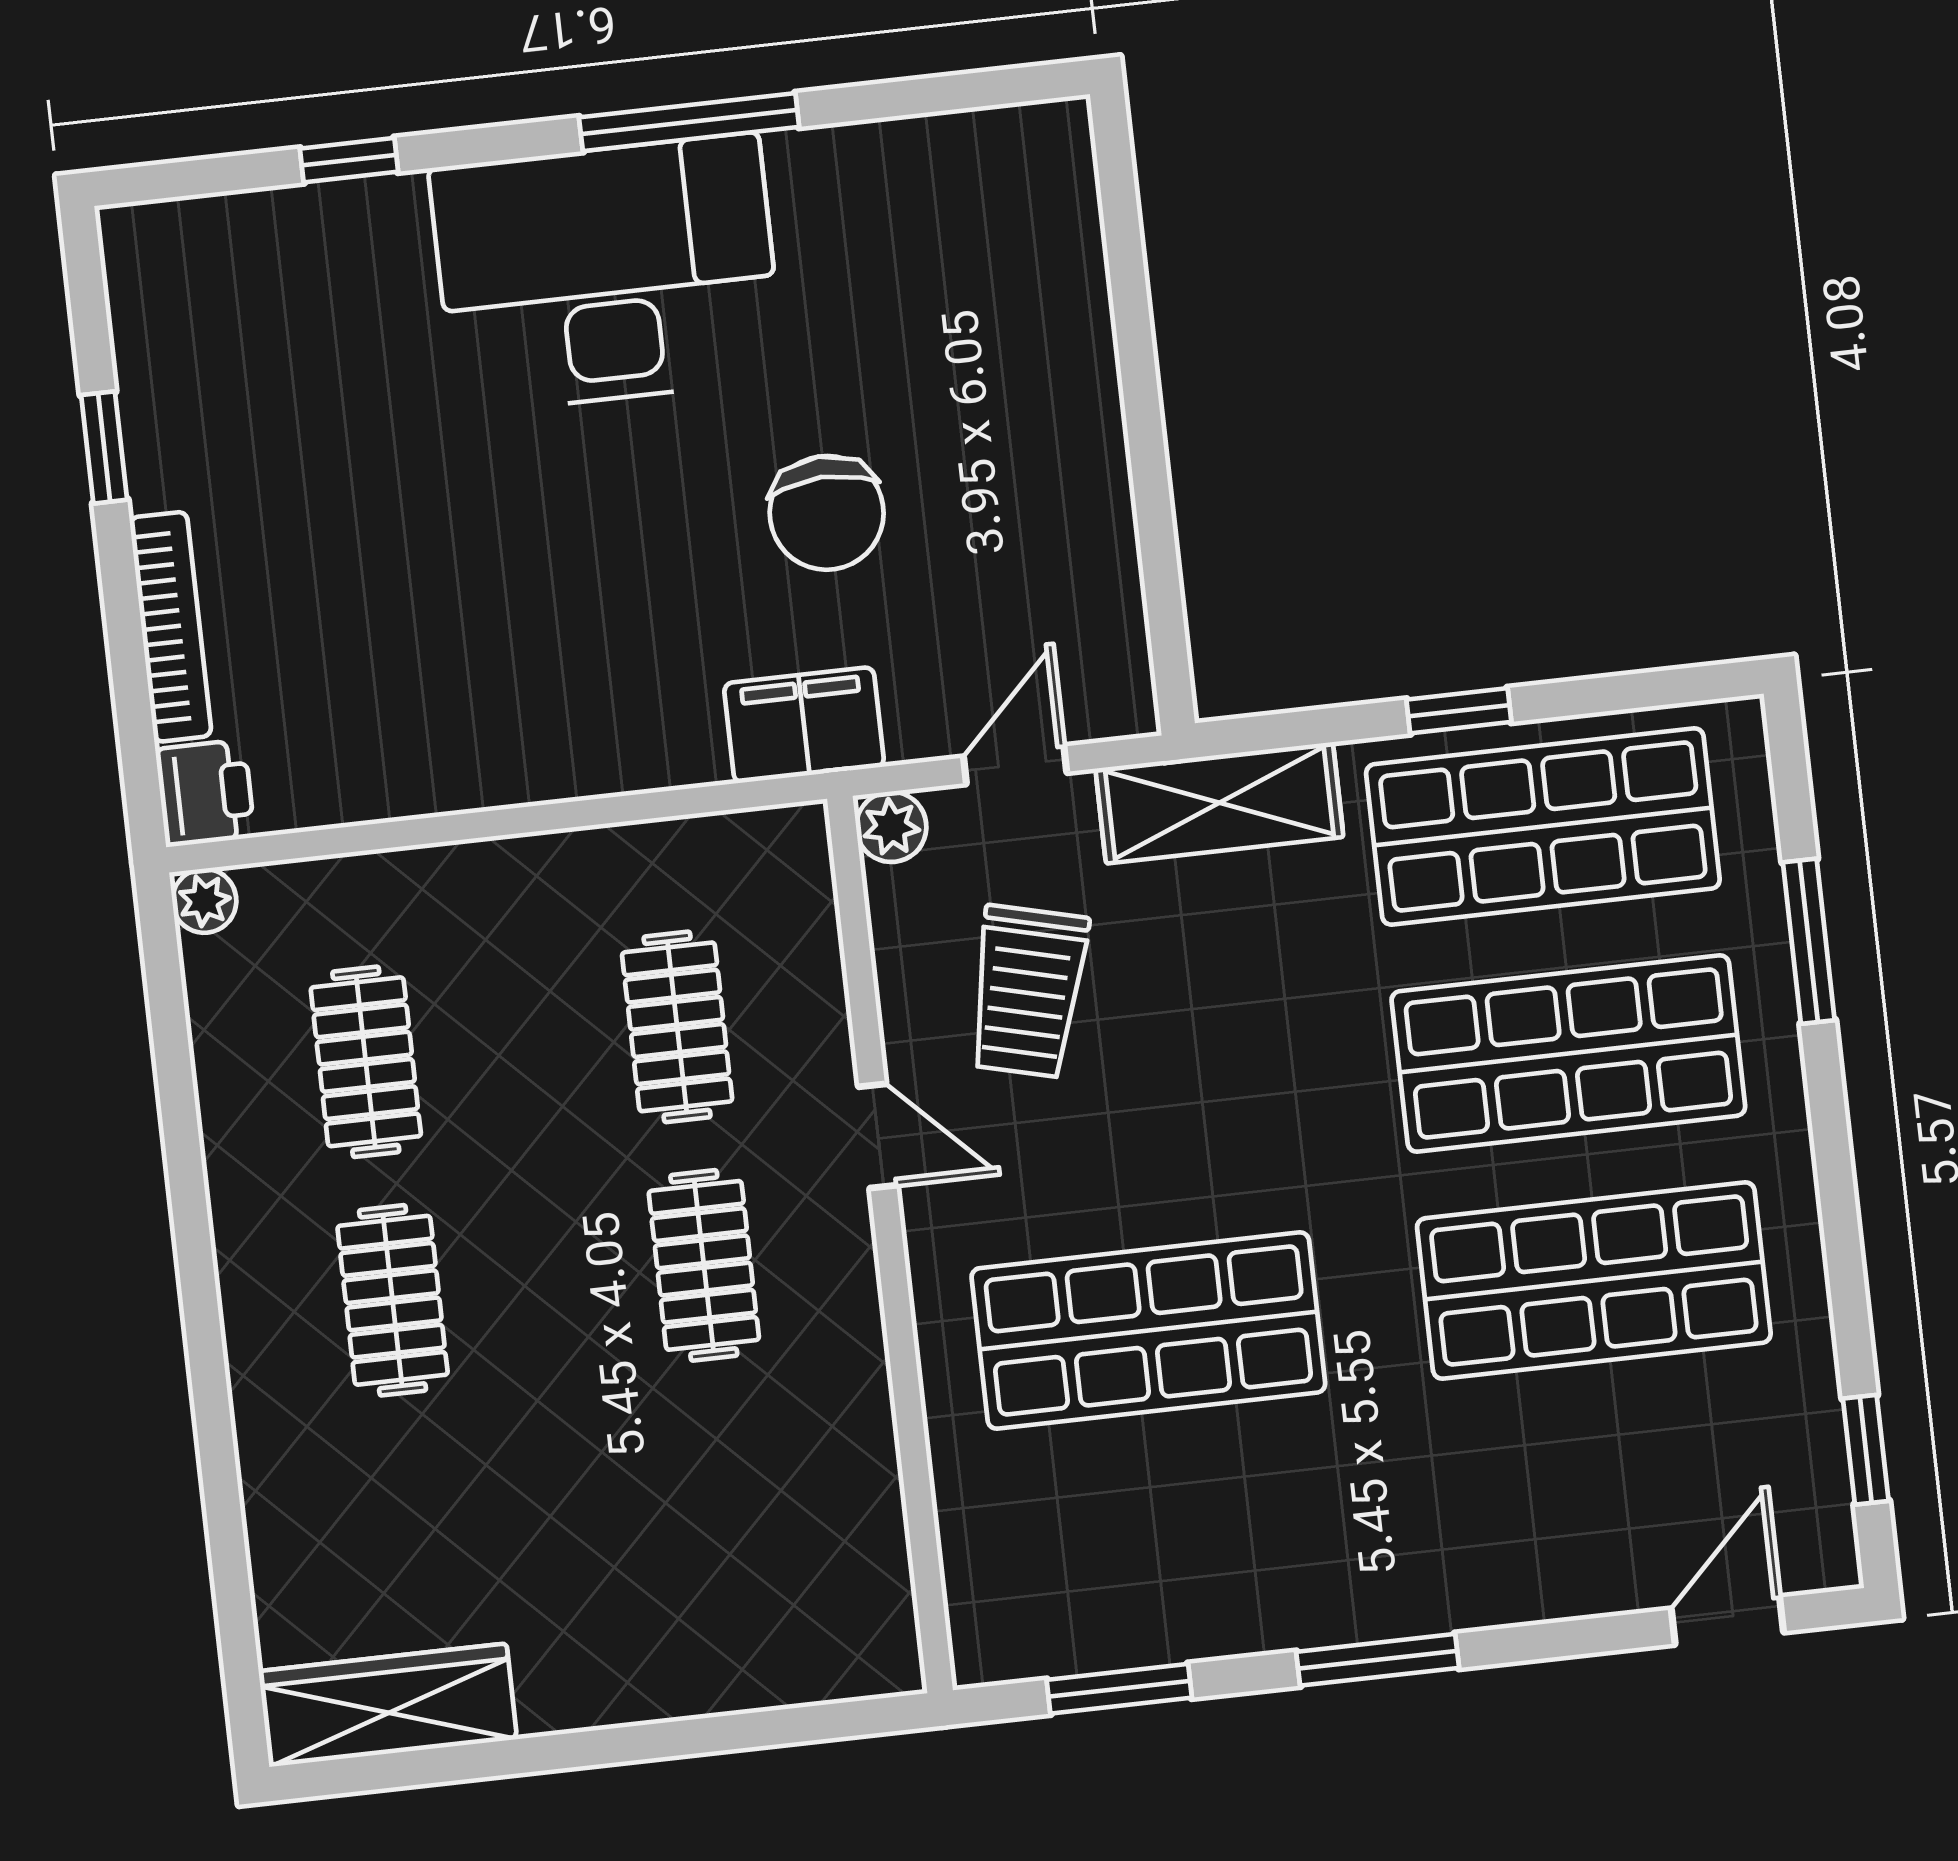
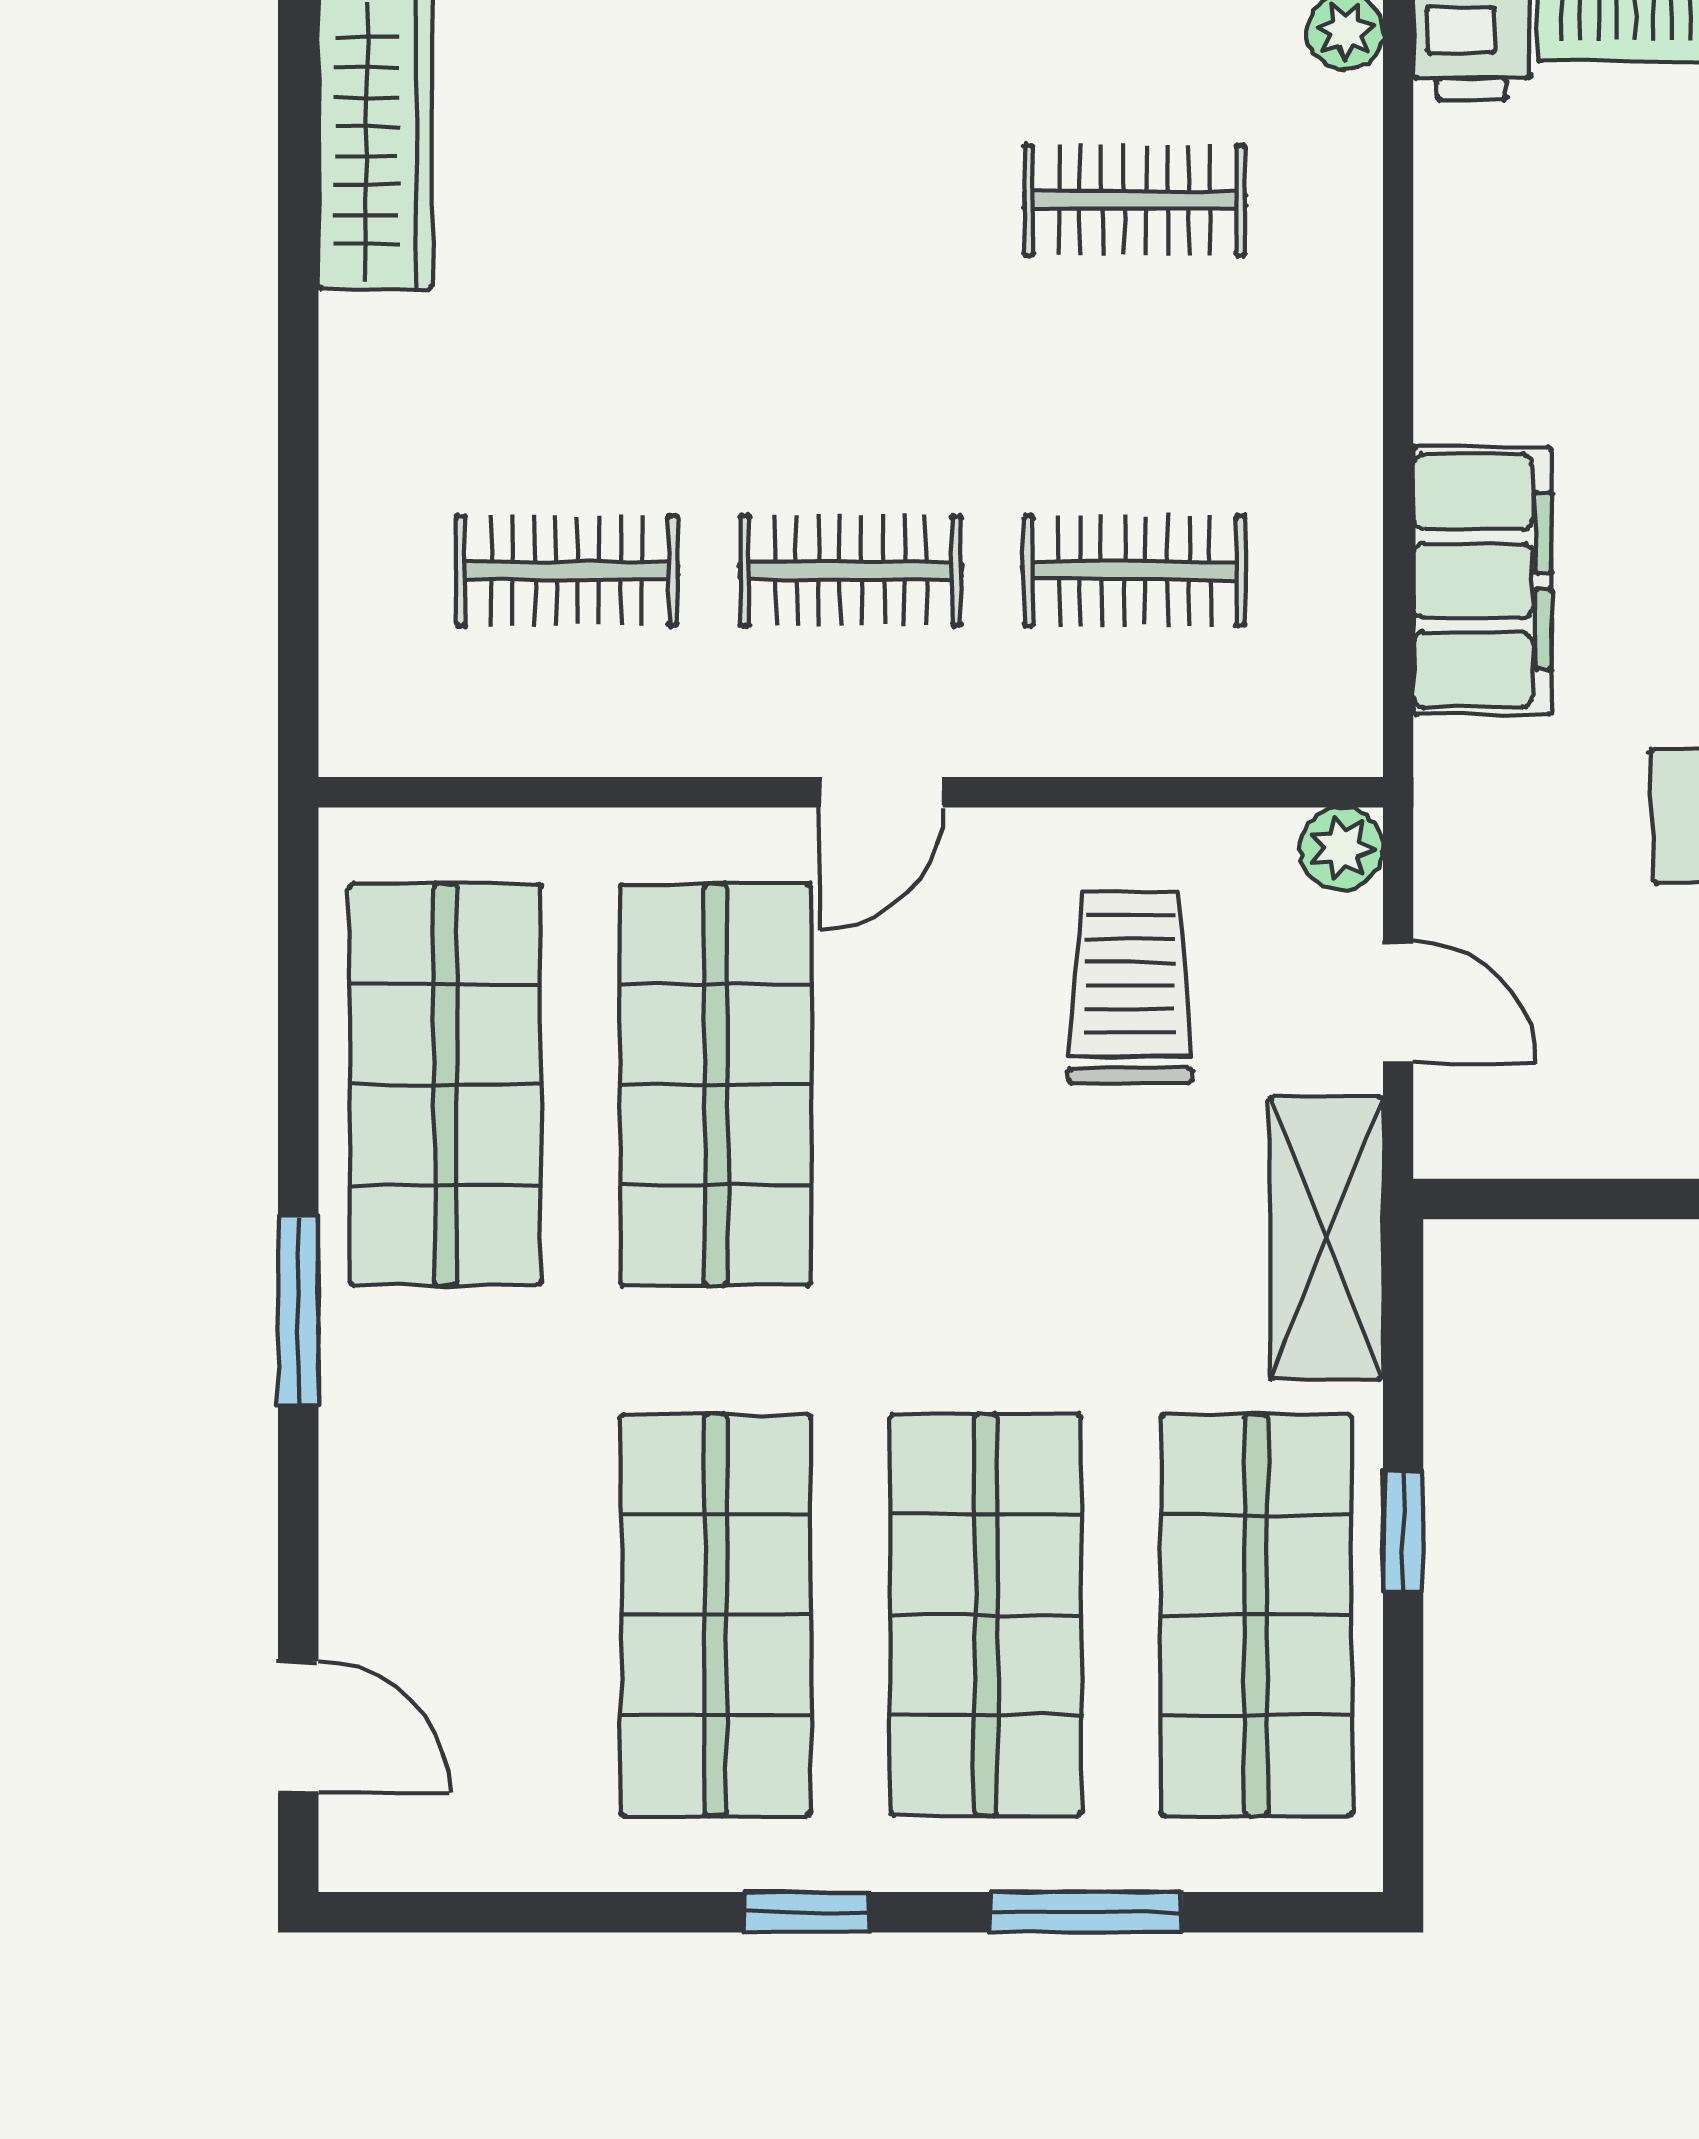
filing cabinet: (804, 725) -> (1483, 581), moved, width x1.50, depth x1.17
trolley: (1028, 991) -> (1130, 987), turned 76
door: (878, 1136) -> (881, 792), moved
clothes rail: (393, 1300) -> (567, 571), moved
window: (1866, 1450) -> (806, 1912), moved
shop shelf: (1174, 1557) -> (445, 1085), added
window: (1119, 1689) -> (298, 1003), removed

